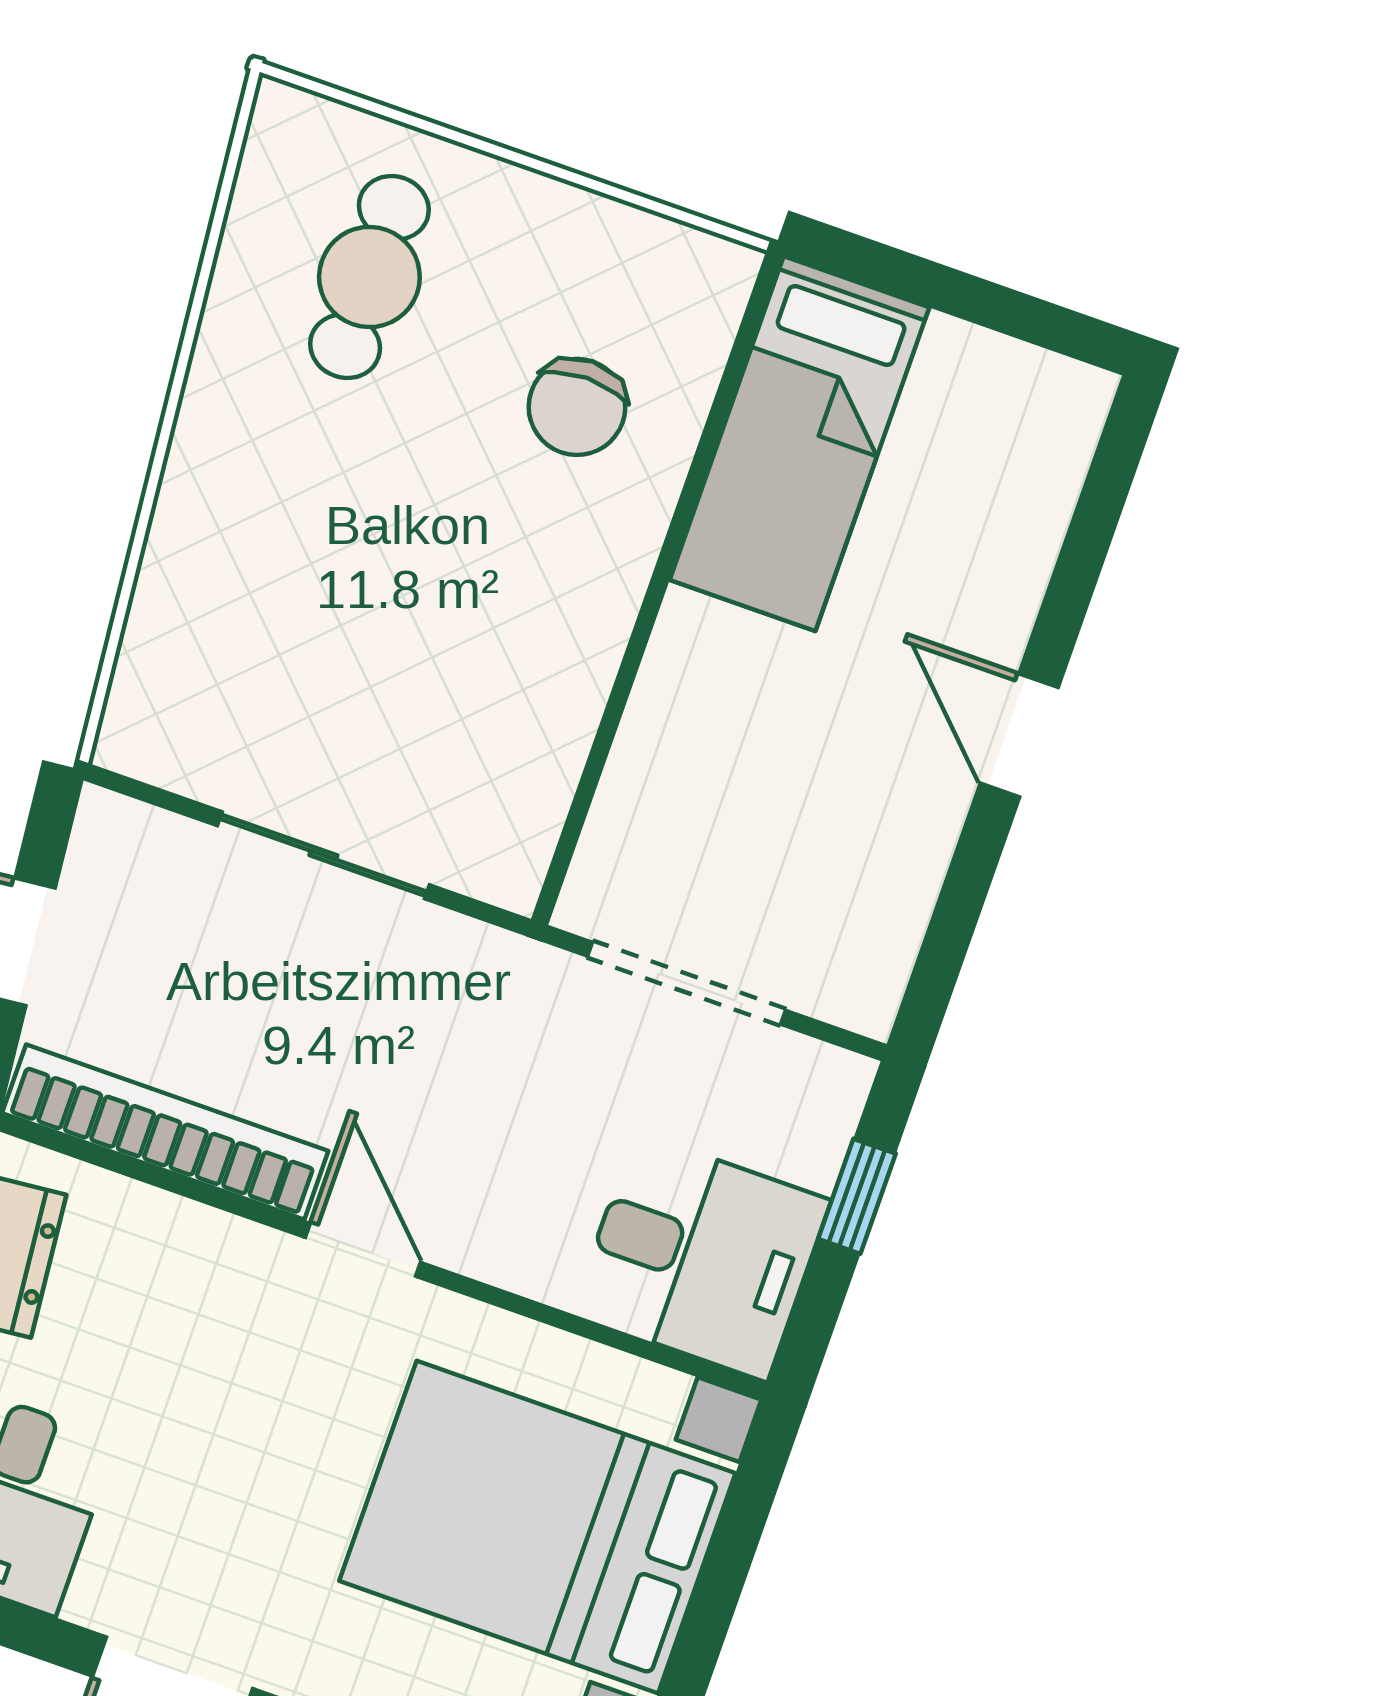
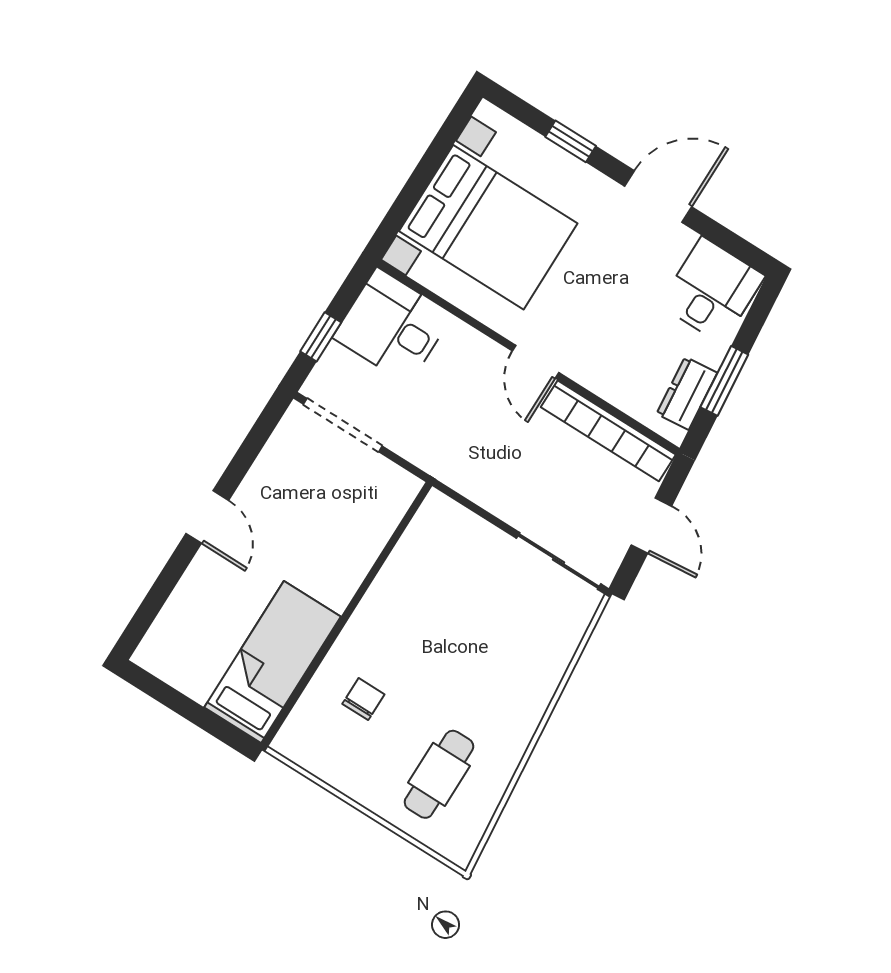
chair: (577, 407) -> (363, 699), width x0.73, depth x0.73
sliding door: (323, 855) -> (559, 561), moved
doorway: (687, 983) -> (343, 425), moved

